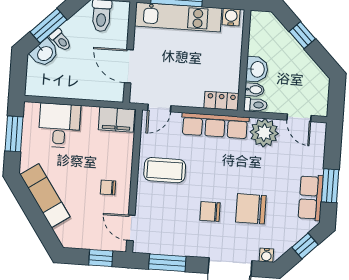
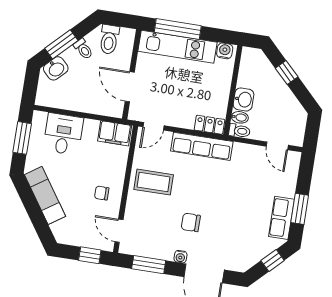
toilet: (61, 40) -> (83, 49), moved
plant: (264, 133) -> (245, 156), removed
chair: (251, 209) -> (227, 223), removed
water cooler: (266, 255) -> (180, 257), moved

